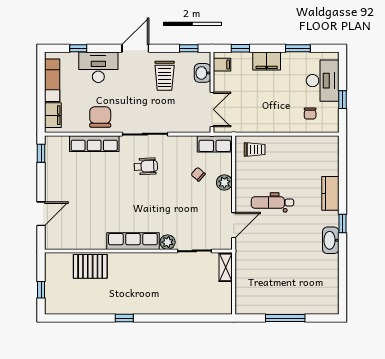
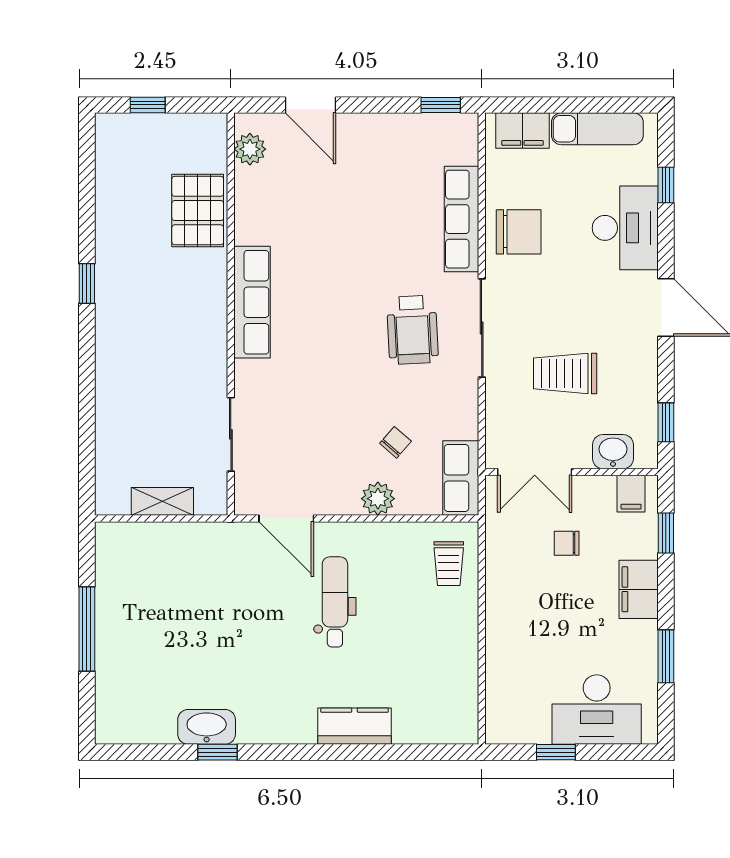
trolley: (165, 76) -> (565, 373), moved
chair: (310, 113) -> (567, 543), moved
wheelchair: (146, 166) -> (413, 330), width x1.36, depth x1.37
window: (342, 224) -> (218, 752), moved
washbasin: (331, 240) -> (207, 727), moved
plant: (168, 242) -> (250, 149), moved
shelving: (226, 267) -> (162, 501), moved

